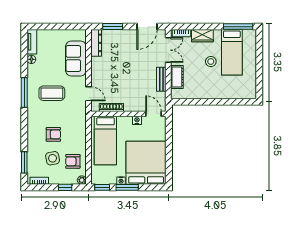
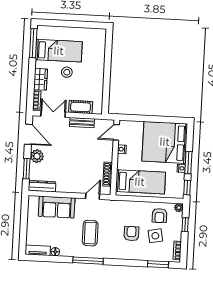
plant: (126, 36) -> (37, 156), added

